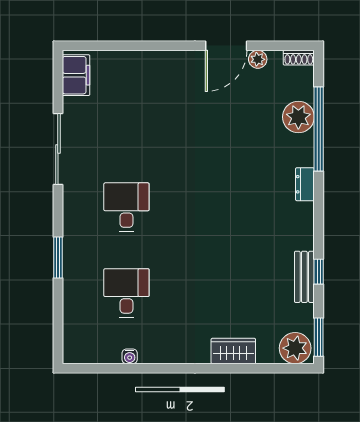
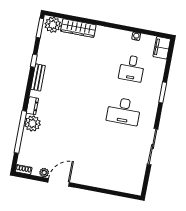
filing cabinet: (76, 75) -> (162, 48), moved
plant: (298, 117) -> (32, 123), moved
desk: (126, 207) -> (124, 111), width x1.37
bench: (304, 277) -> (38, 77), moved
wardrobe: (233, 351) -> (78, 28), width x1.50

